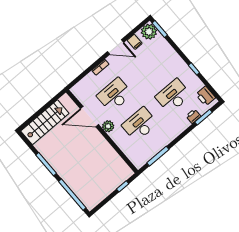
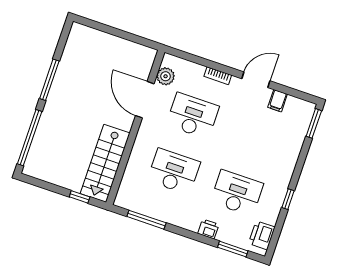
plant: (149, 32) -> (302, 111), removed
door: (115, 47) -> (256, 80), swing flipped
printer: (193, 116) -> (208, 229), moved
stairs: (45, 122) -> (105, 163), moved, turned 90
plant: (108, 126) -> (166, 76), moved

